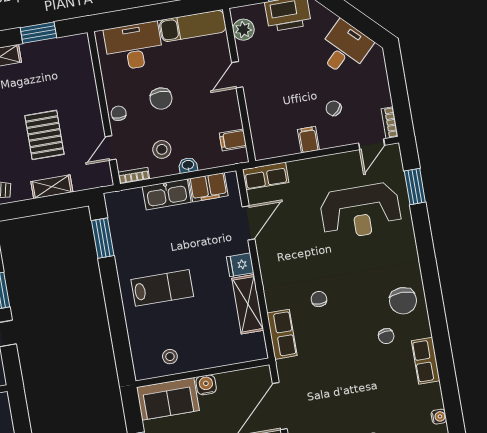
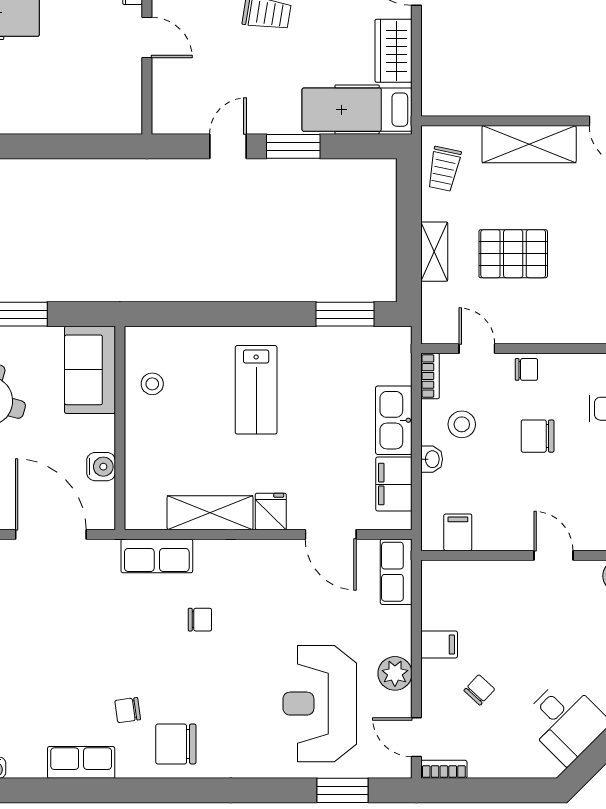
plant: (332, 165) -> (395, 673), added
water cooler: (206, 385) -> (101, 467), moved

